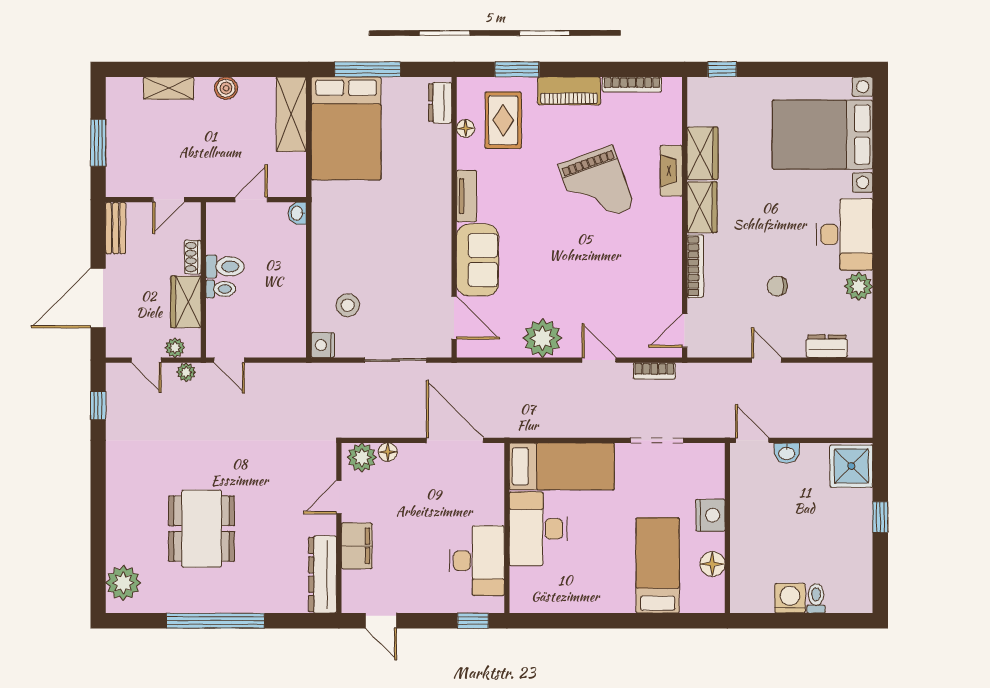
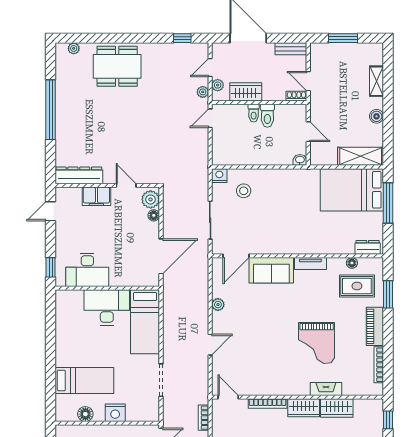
grand piano: (596, 186) -> (317, 343), turned -70
shoe rack: (193, 257) -> (296, 96), moved
plant: (543, 338) -> (218, 305), width x0.53, depth x0.53
bookcase: (654, 371) -> (203, 418), moved
dining table: (202, 529) -> (117, 66), moved
plant: (123, 583) -> (74, 48), width x0.53, depth x0.53

